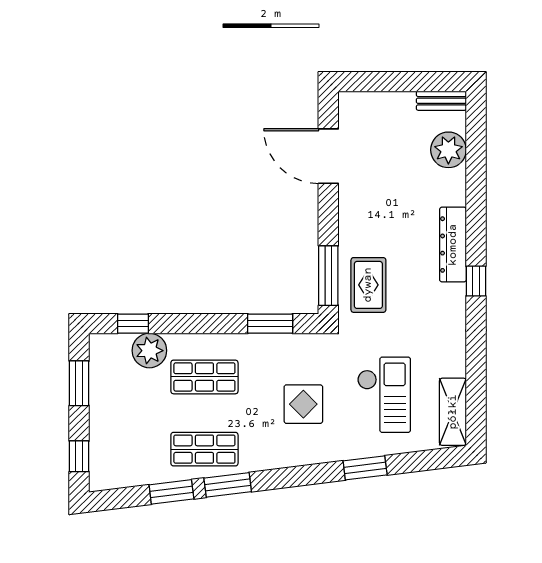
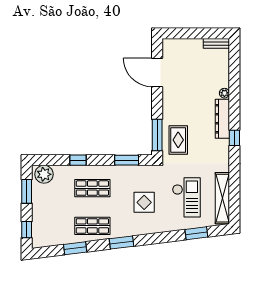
plant: (448, 150) -> (224, 93), moved, width x0.53, depth x0.53
window: (133, 324) -> (78, 160), moved
plant: (149, 351) -> (44, 174), moved
shelving: (453, 412) -> (222, 198), width x1.47
window: (365, 468) -> (196, 233), moved
window: (228, 485) -> (121, 243), moved

